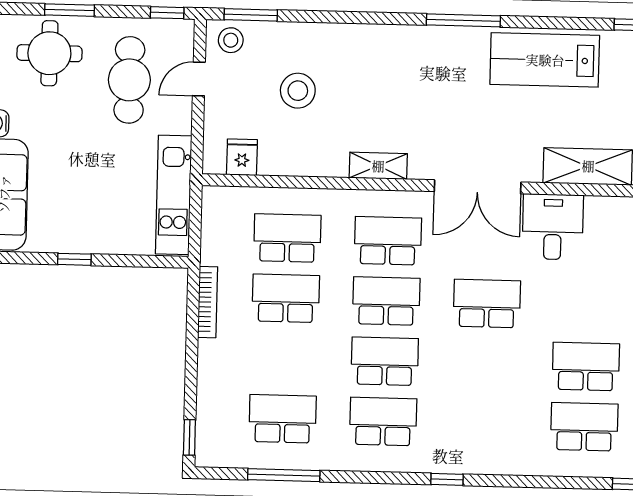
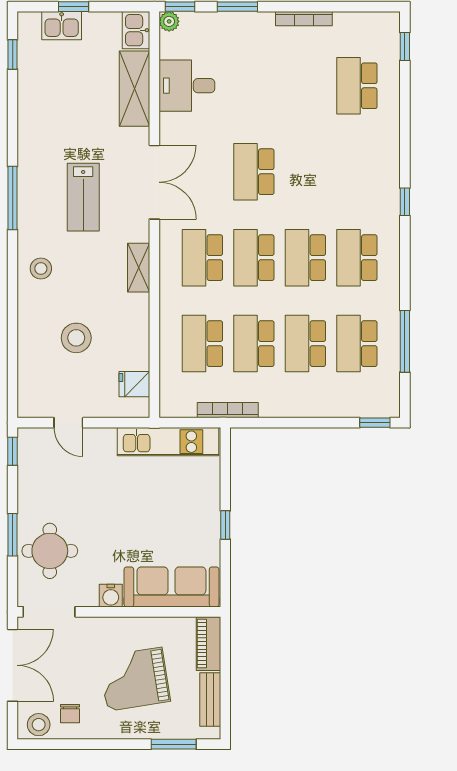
window: (251, 15) -> (13, 380), removed
stool: (231, 40) -> (41, 269), moved
lab bench: (545, 60) -> (83, 197), moved, width x0.73, depth x0.72
cafe table: (129, 80) -> (71, 482), removed
desk: (553, 227) -> (187, 86), moved
bookcase: (208, 302) -> (228, 410), moved
school desk: (586, 366) -> (305, 344), moved

